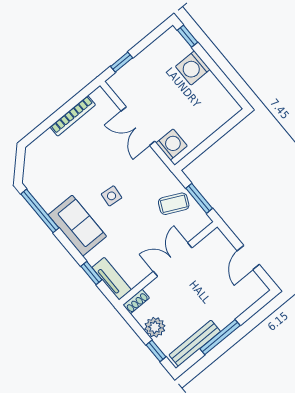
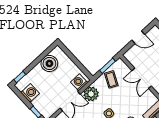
washing machine: (193, 68) -> (30, 93), moved, turned -90
boiler: (209, 92) -> (49, 64), added
plant: (149, 165) -> (91, 94), added

